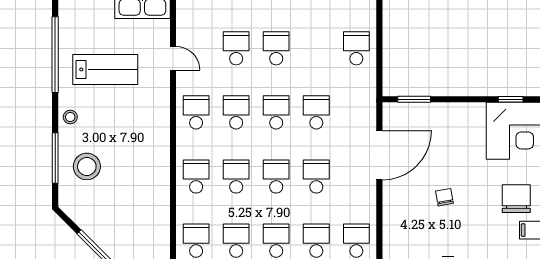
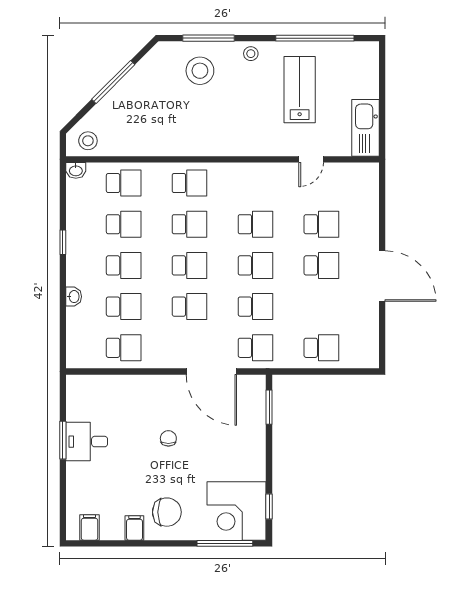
lab bench: (105, 69) -> (300, 90), turned 180
school desk: (196, 112) -> (255, 348), moved
chair: (444, 197) -> (168, 438), turned -80

